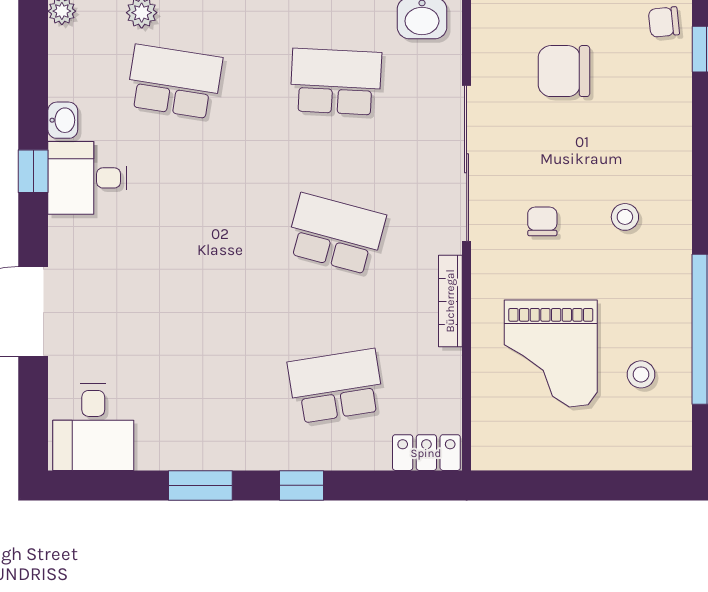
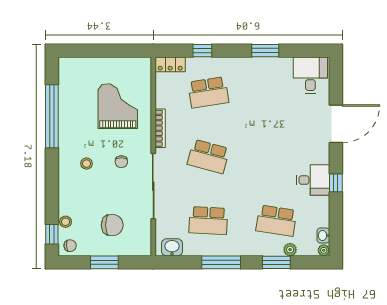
washbasin: (63, 120) -> (323, 236), moved
stool: (641, 374) -> (66, 222), moved
window: (301, 485) -> (202, 51), moved

